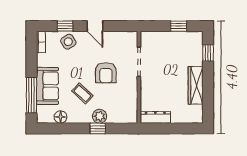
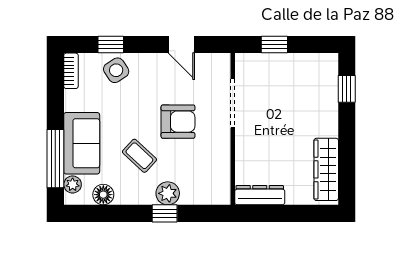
door: (95, 26) -> (181, 45), moved
window: (179, 26) -> (274, 45), moved
armchair: (106, 73) -> (178, 122), turned -90
wardrobe: (196, 85) -> (326, 169), moved
plant: (42, 111) -> (73, 184), added

